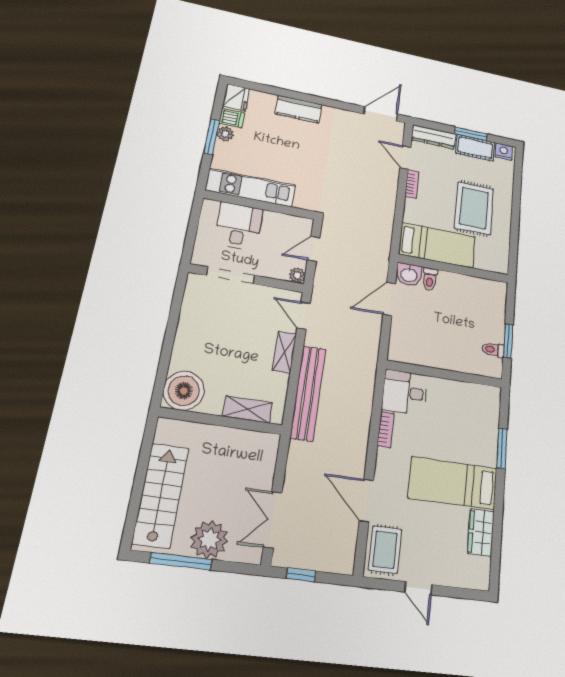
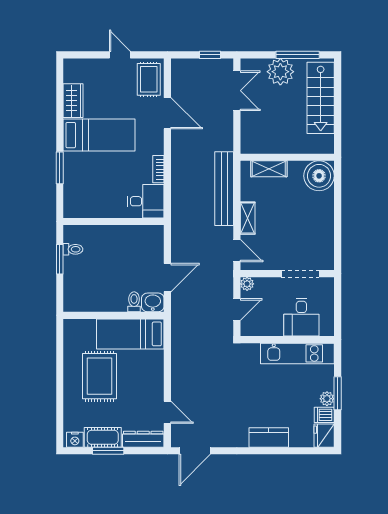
bookcase: (412, 184) -> (159, 387), removed

